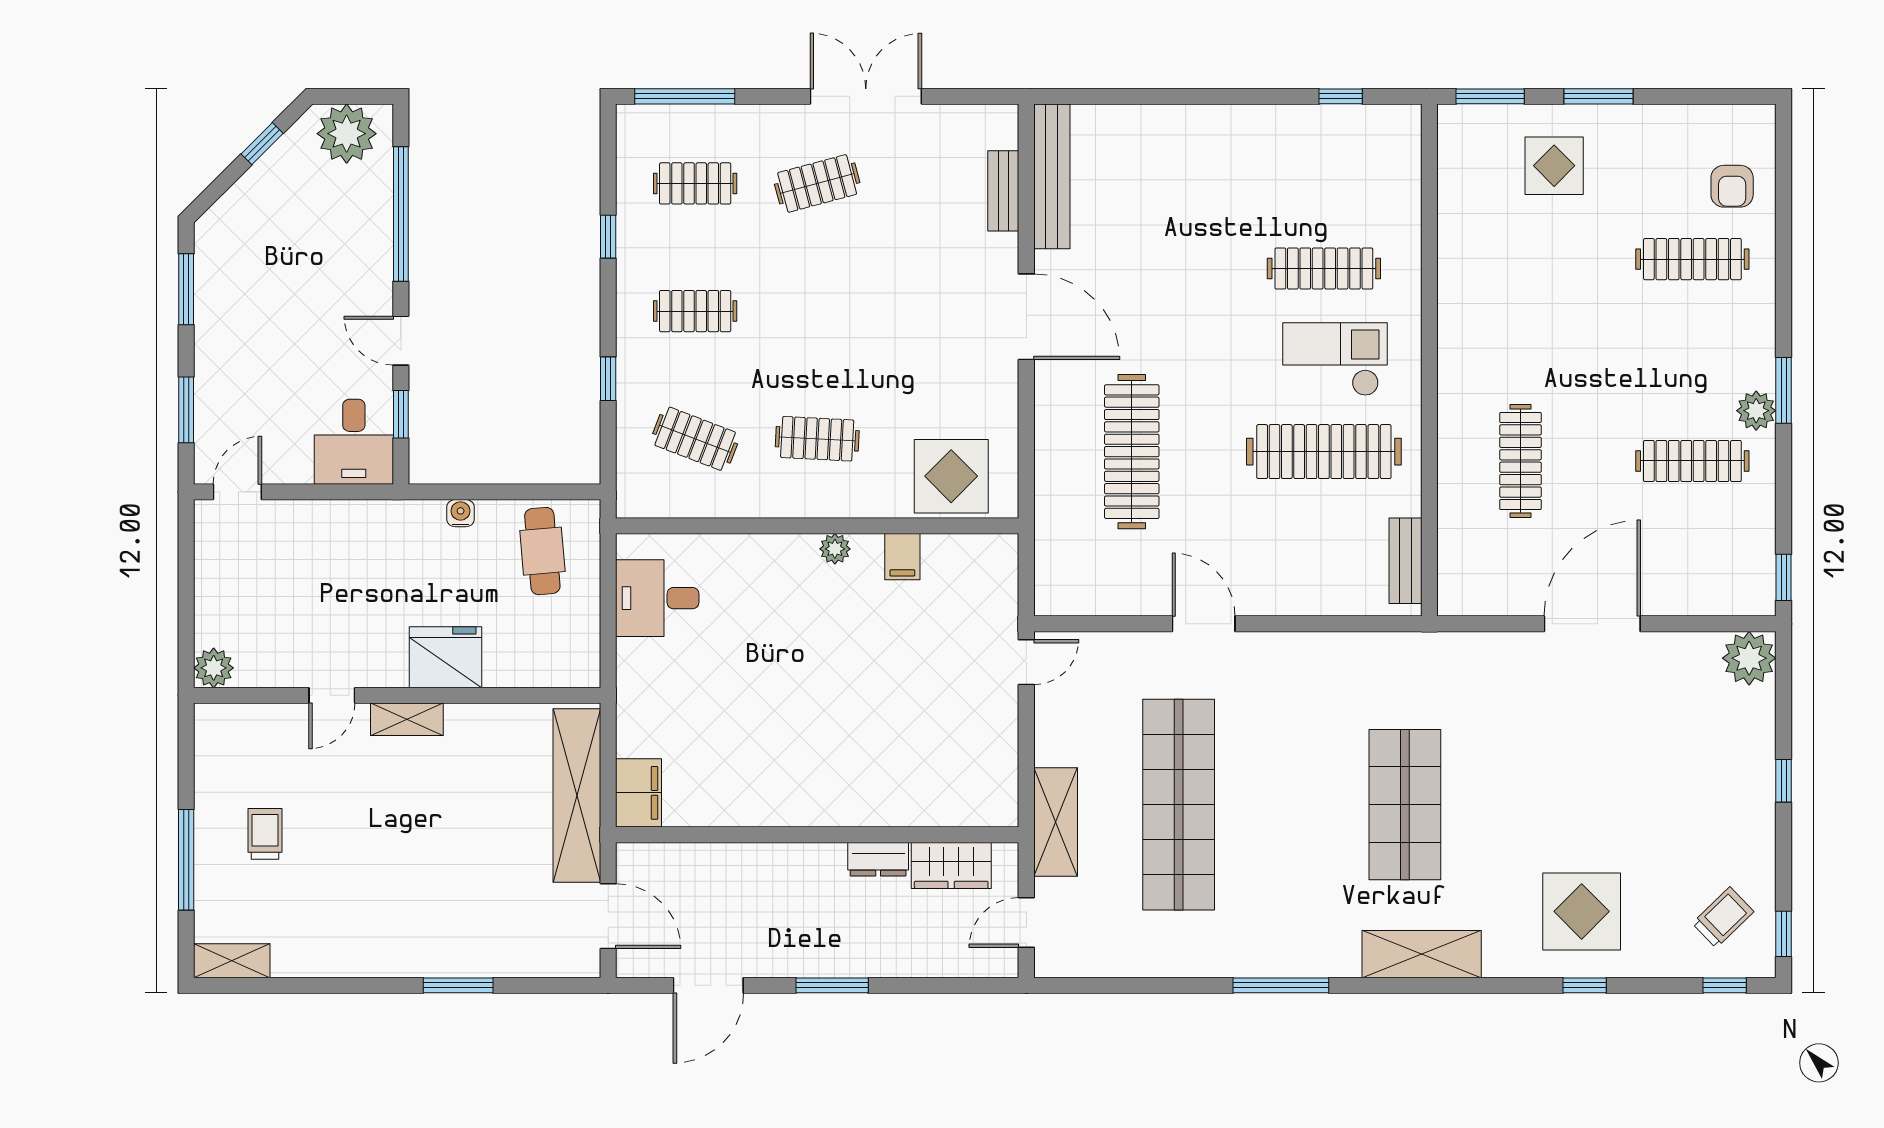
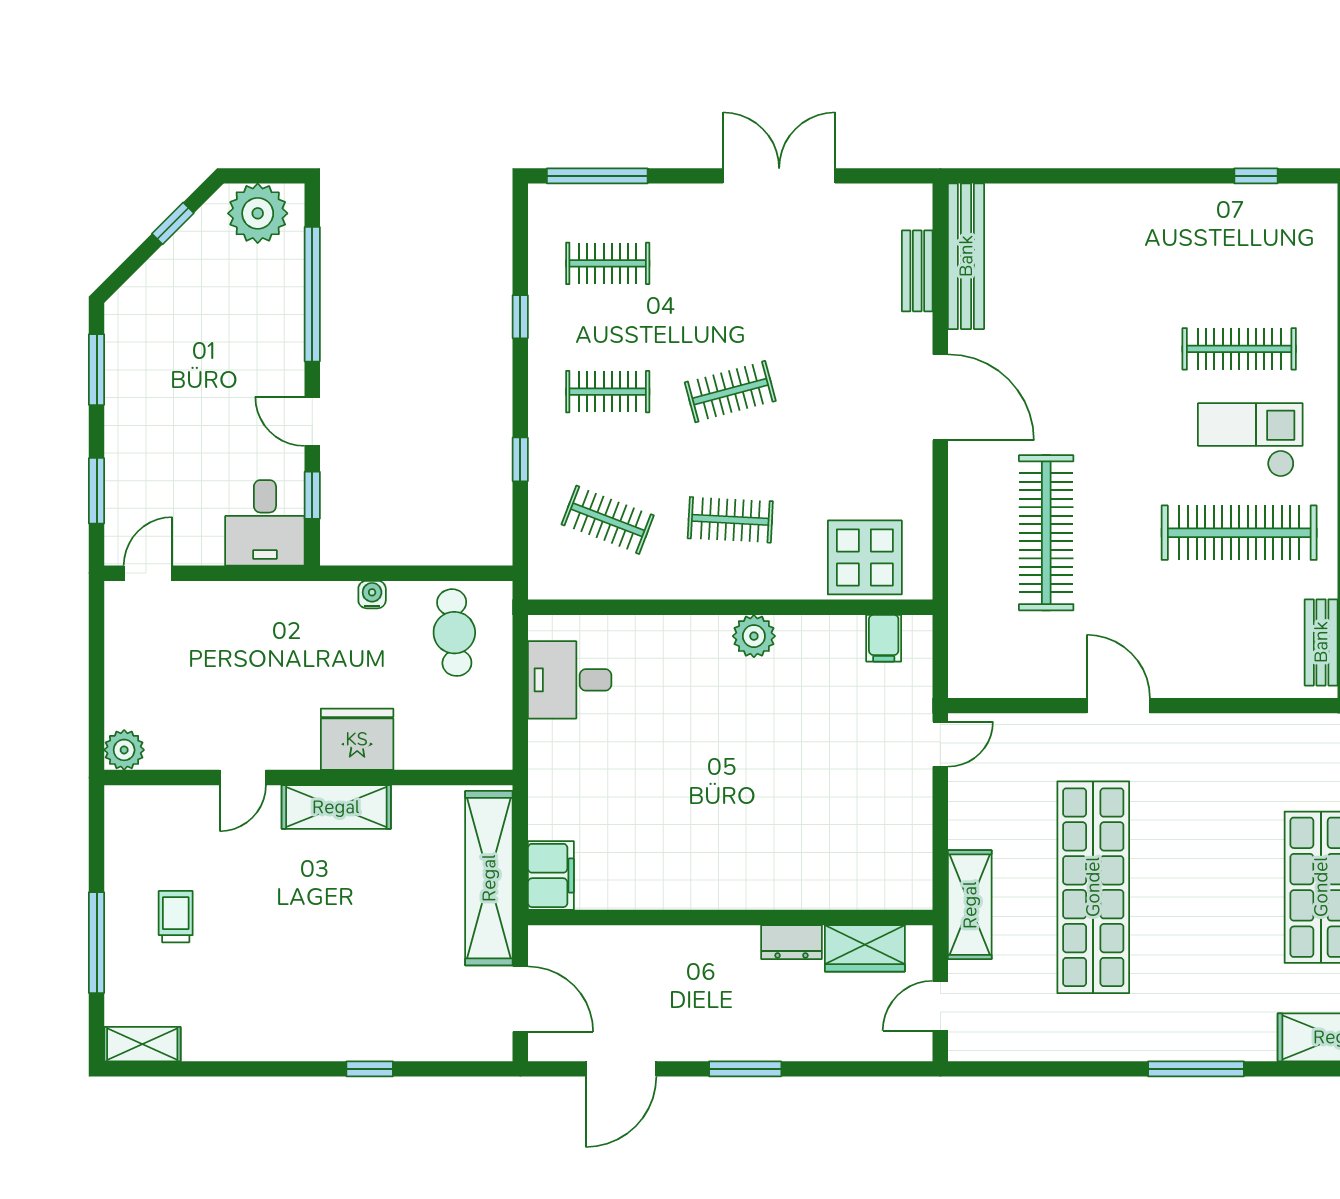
clothes rail: (817, 183) -> (730, 392), moved
plant: (835, 549) -> (754, 636), width x1.38, depth x1.38
filing cabinet: (902, 557) -> (884, 638), moved
shelving: (407, 719) -> (336, 807), width x1.50, depth x1.33
window: (458, 985) -> (370, 1069), width x0.67

